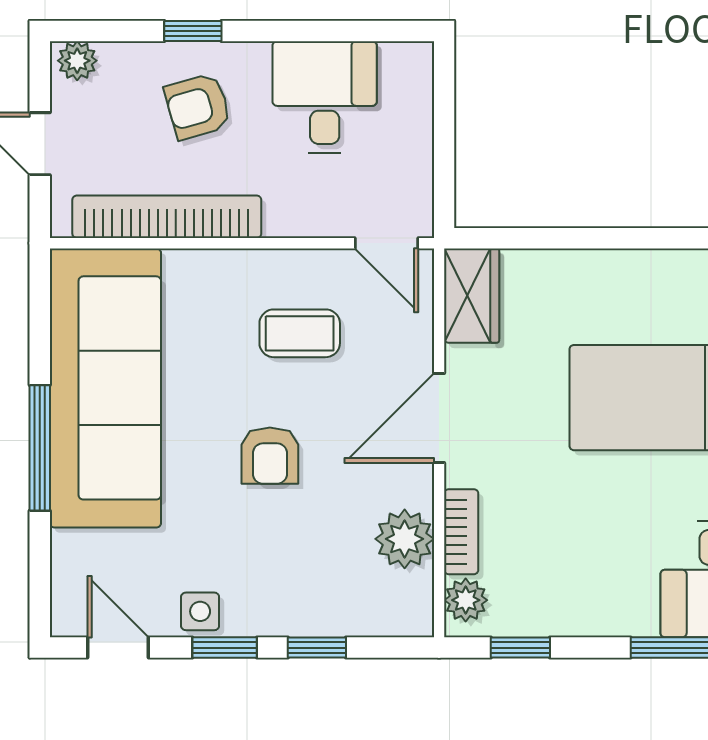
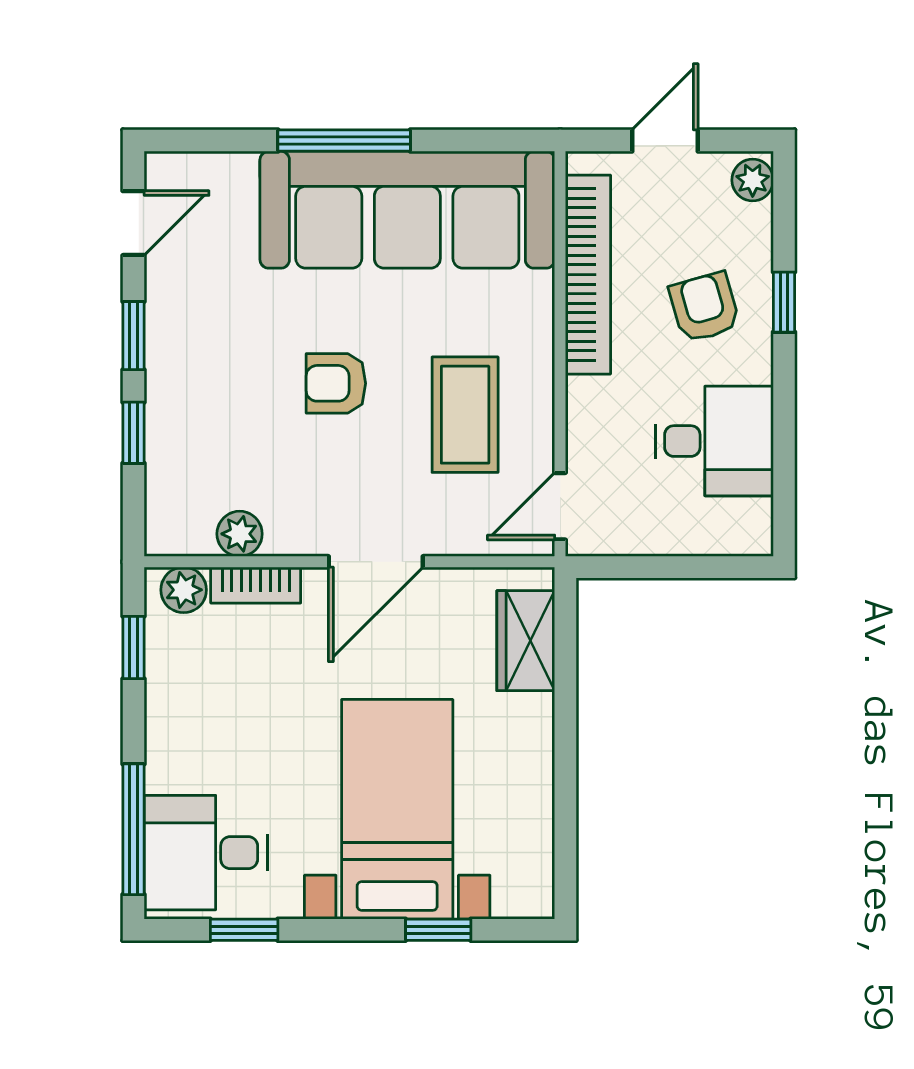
wardrobe: (472, 296) -> (526, 641), moved, turned 90
coffee table: (300, 333) -> (465, 415), width x1.36, depth x1.30
door: (439, 418) -> (376, 562), swing flipped
plant: (405, 539) -> (240, 534), width x0.73, depth x0.73
side table: (200, 611) -> (172, 310), removed

